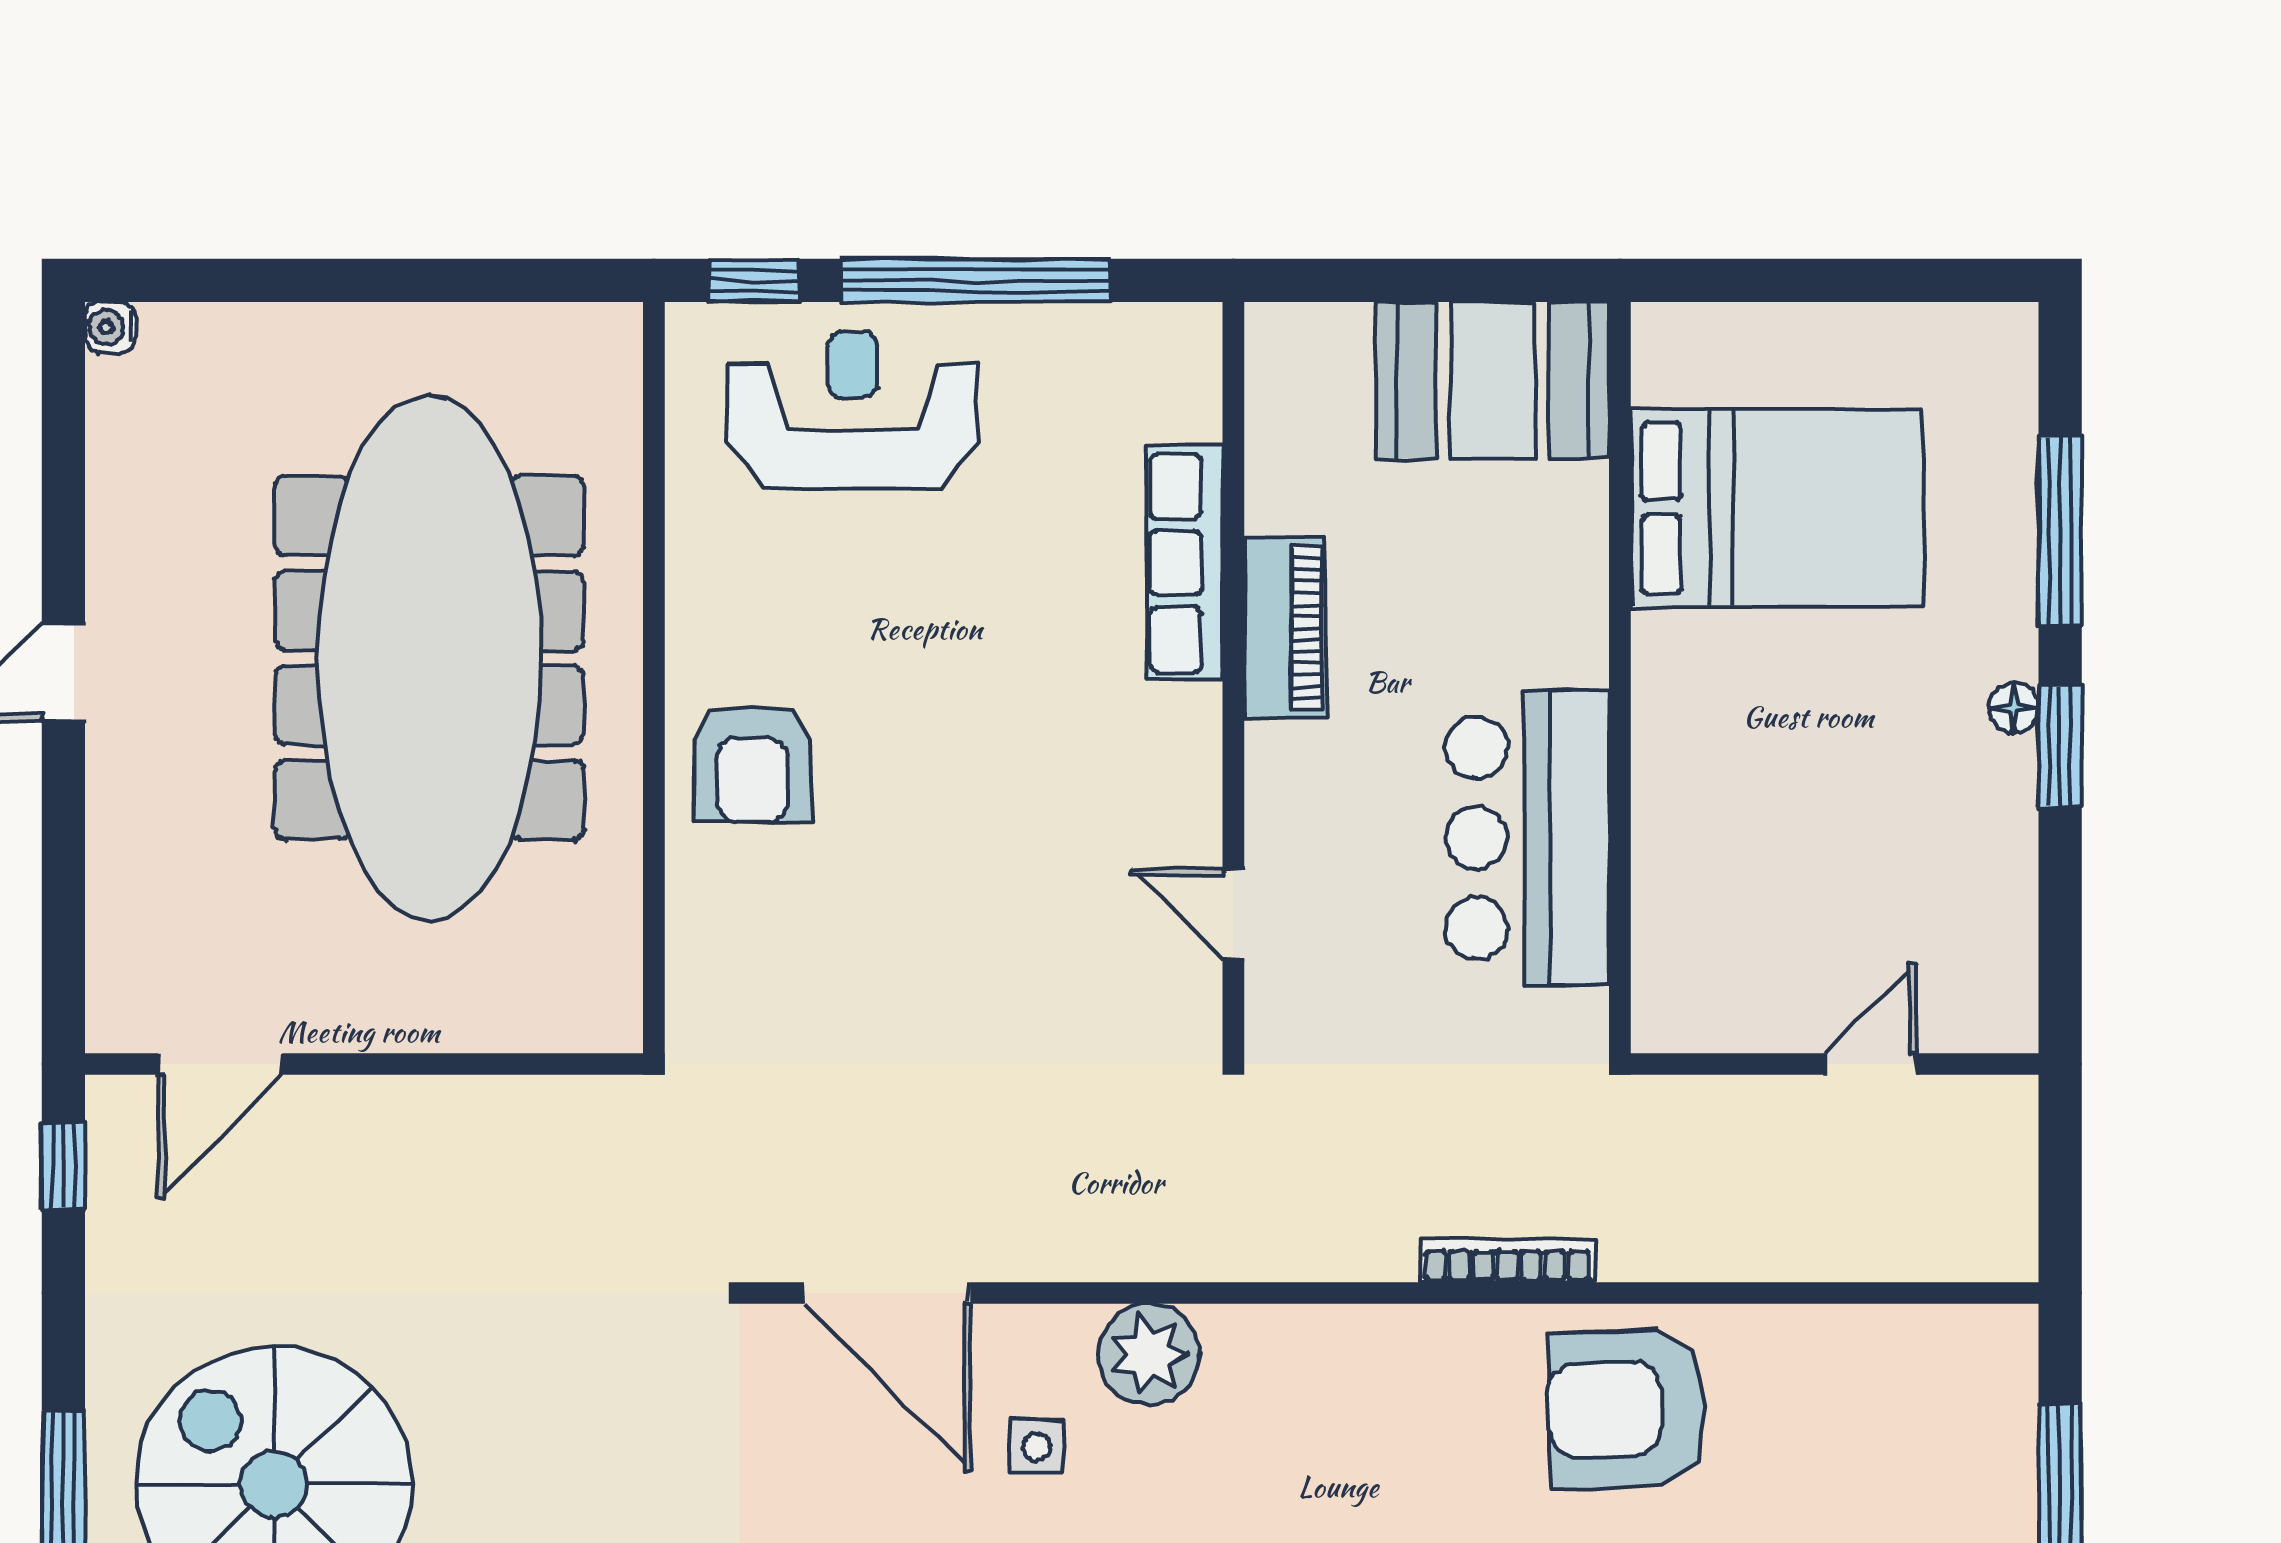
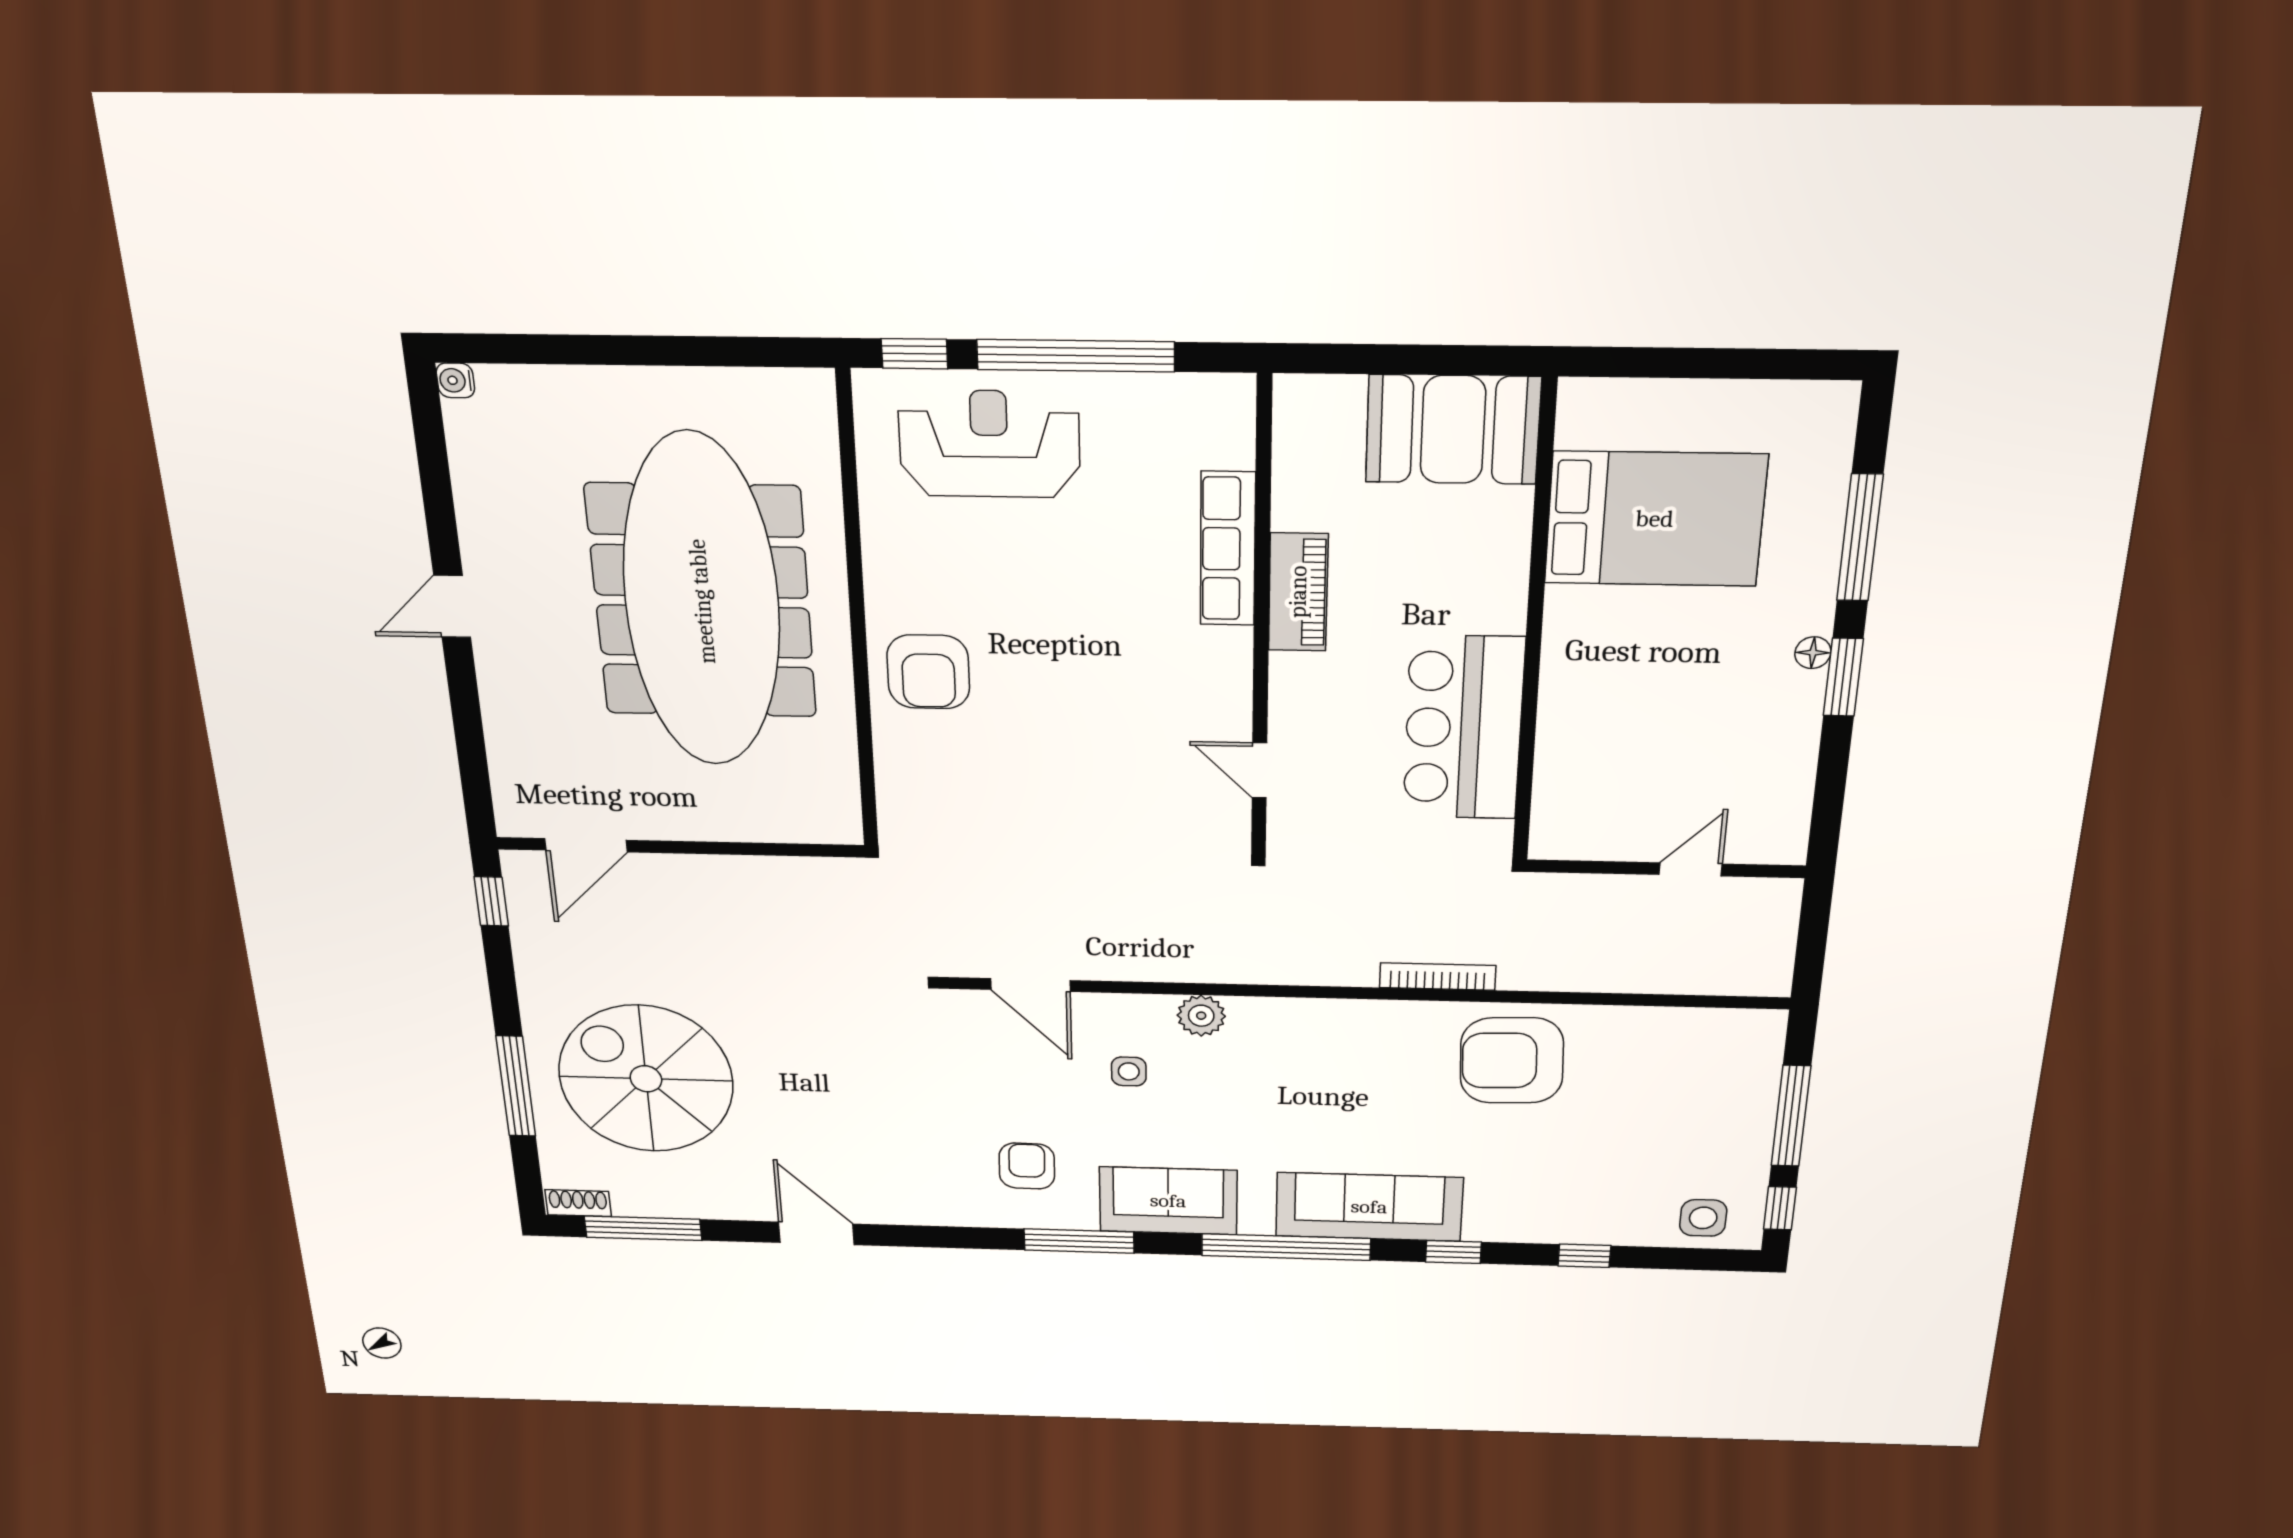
door: (887, 1293) -> (1030, 985), width x0.73
plant: (1149, 1354) -> (1201, 1016), width x0.73, depth x0.73

